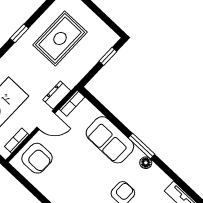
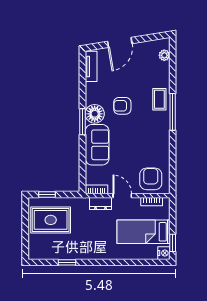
window: (19, 33) -> (67, 262), moved
rug: (60, 38) -> (51, 220), moved
floor lamp: (146, 163) -> (95, 114), width x1.89, depth x1.89

